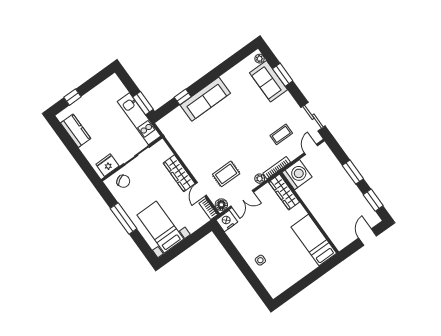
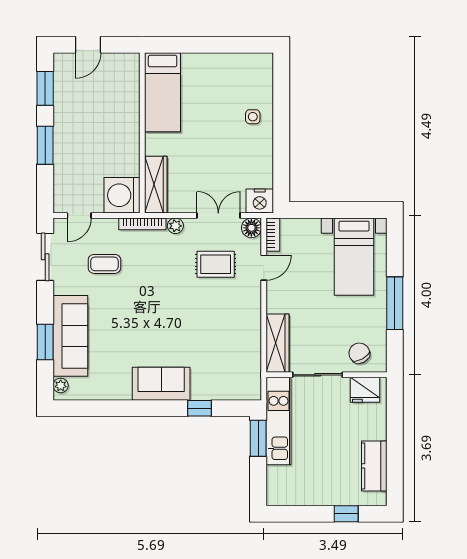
sofa: (269, 81) -> (70, 336), width x1.36
sofa: (205, 99) -> (161, 384), width x0.73
wardrobe: (179, 173) -> (277, 343), moved

